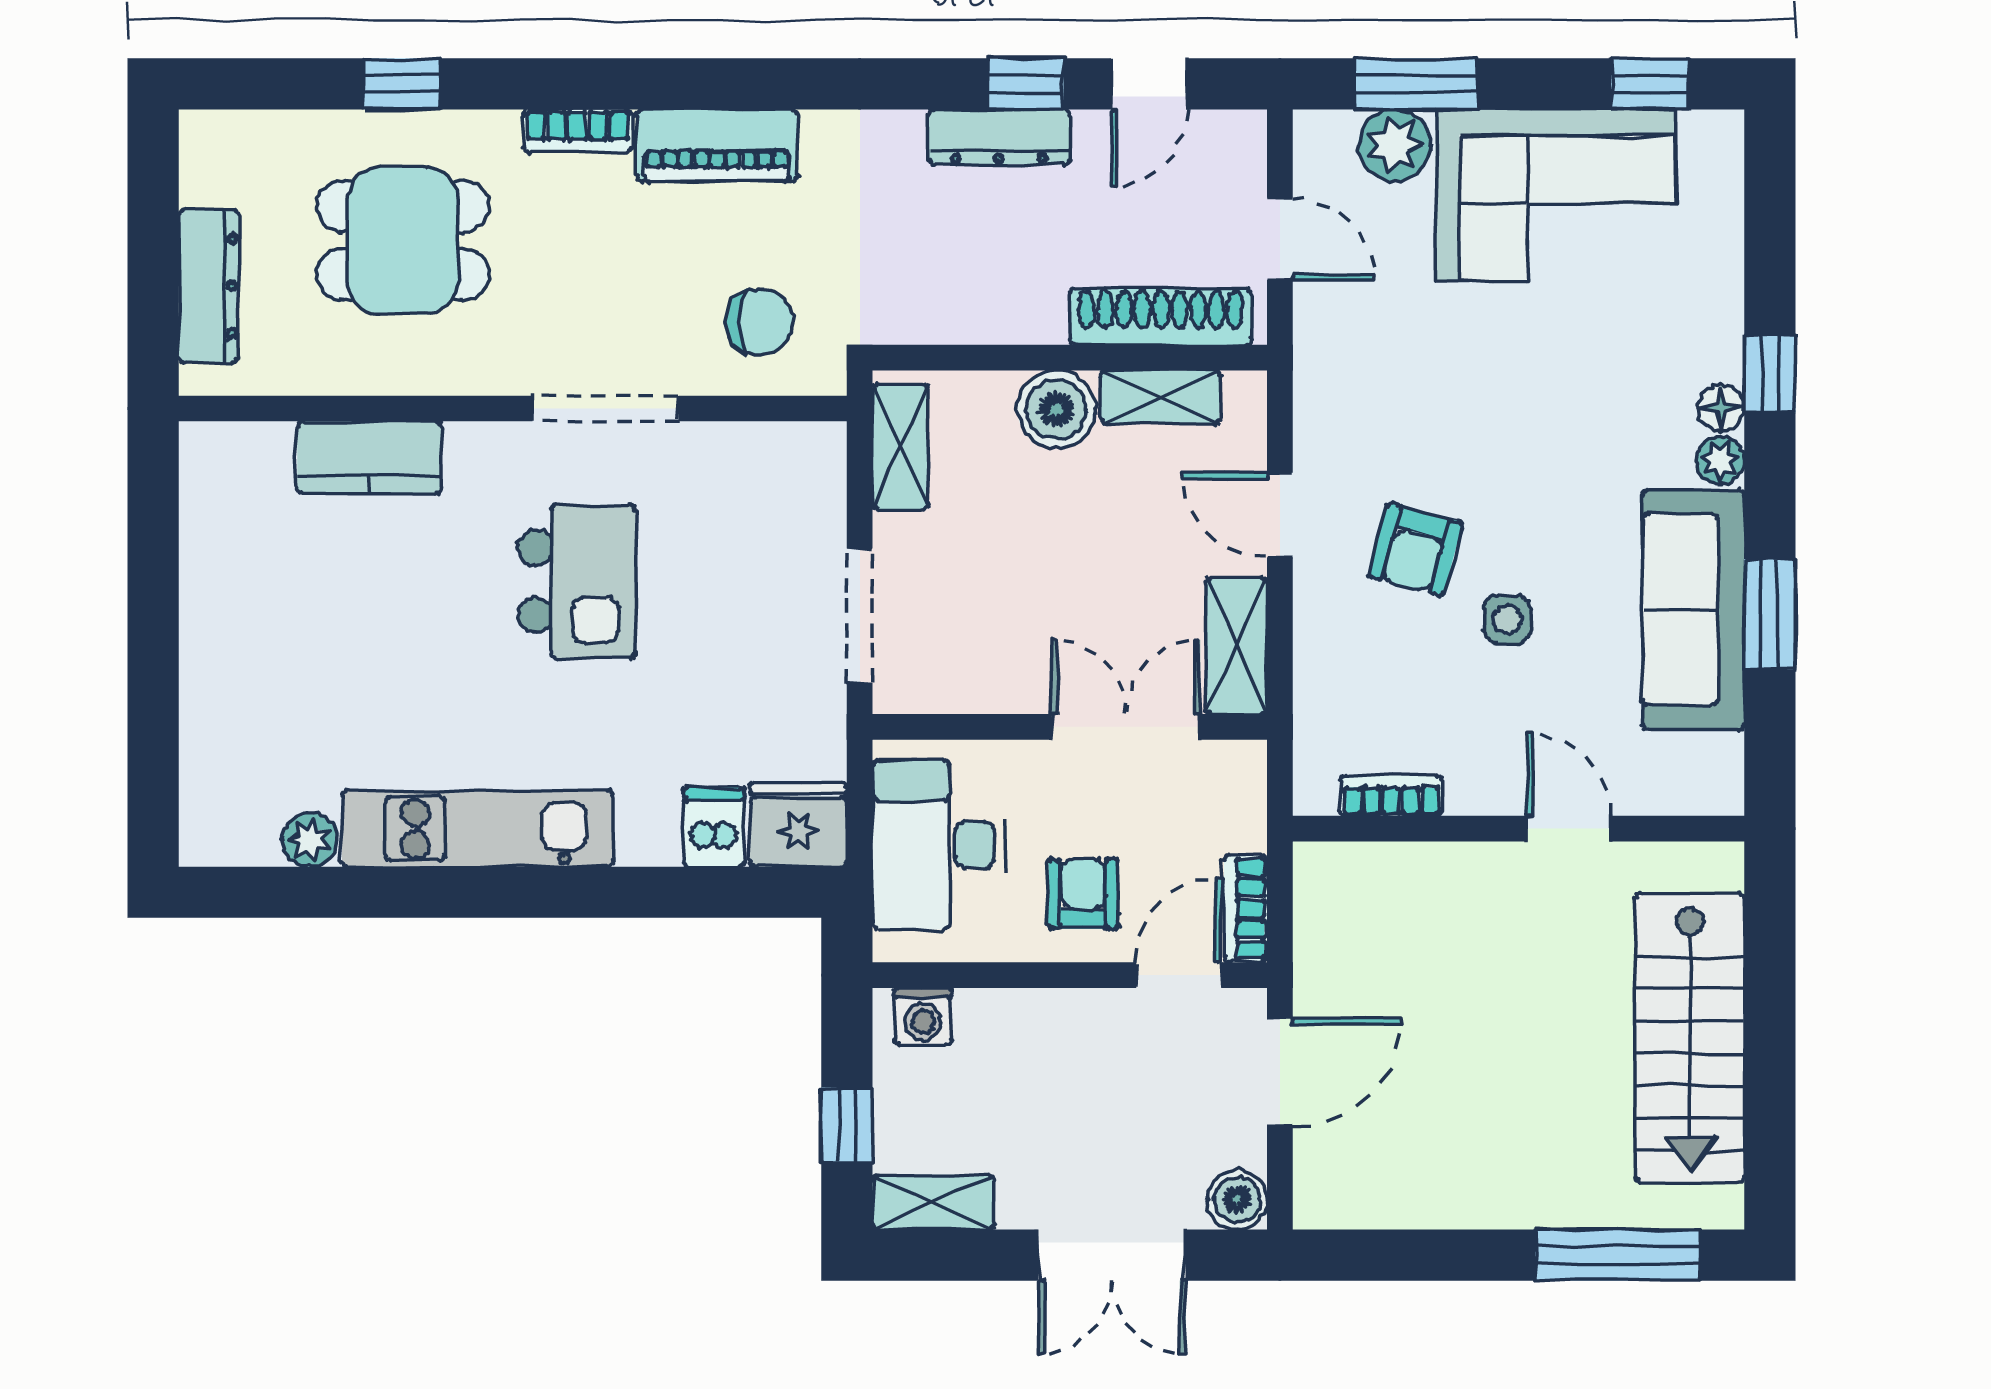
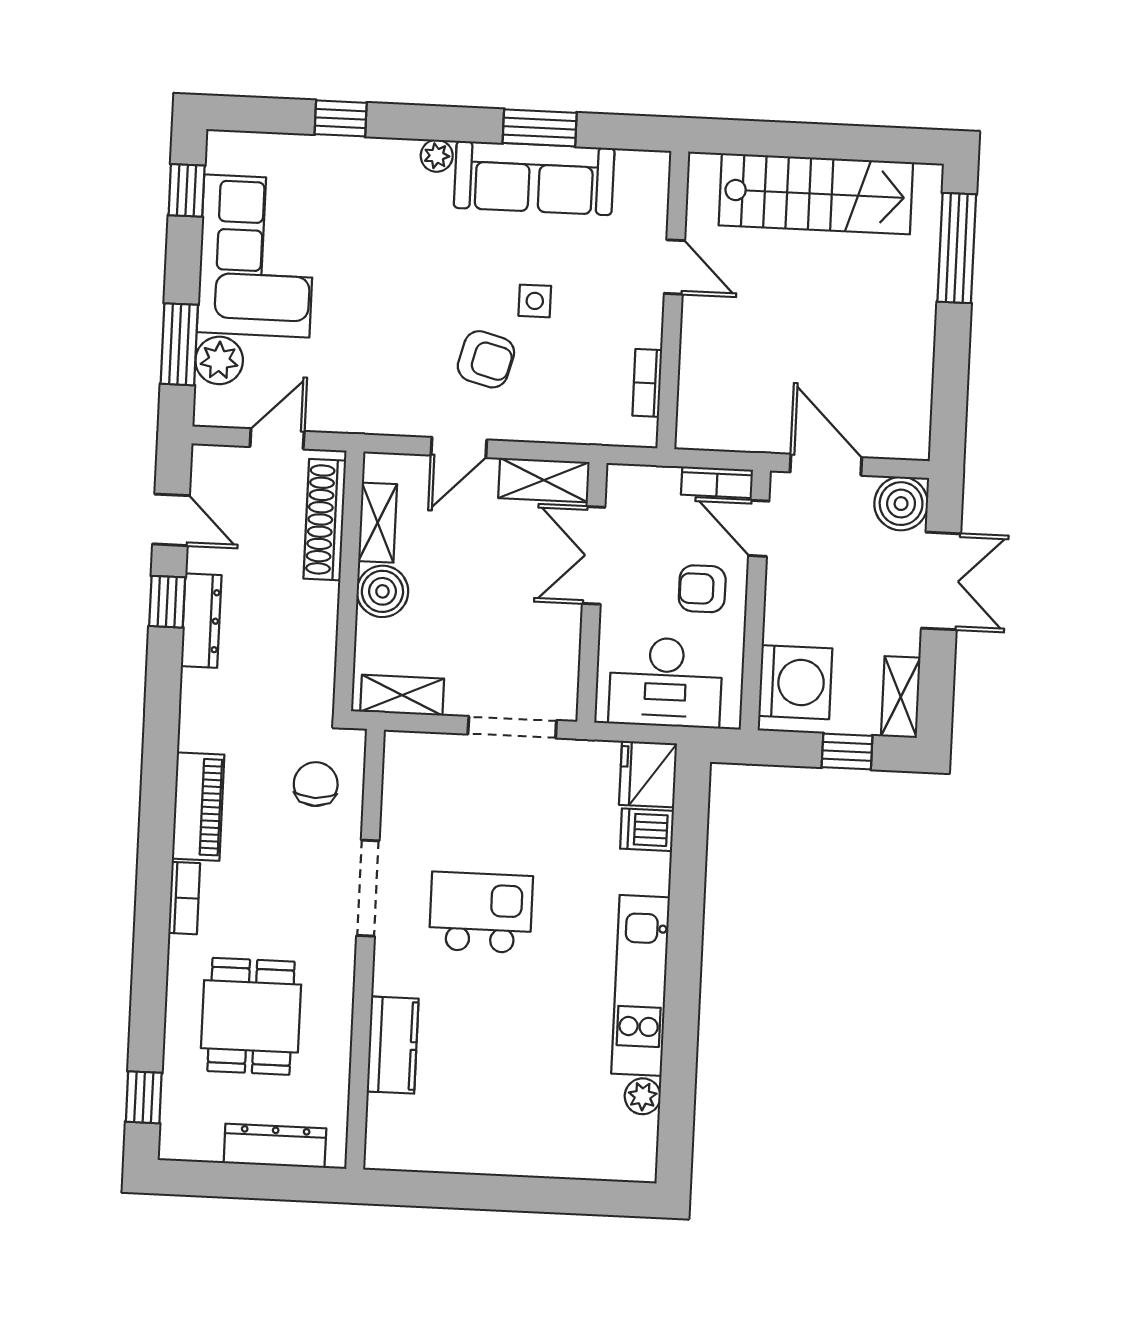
window: (402, 84) -> (144, 1097), moved
window: (1770, 374) -> (341, 118), moved
floor lamp: (1721, 408) -> (402, 153), removed
door: (1569, 829) -> (674, 267), swing flipped
washing machine: (923, 1016) -> (795, 682), width x1.89, depth x1.89
boiler: (1237, 1200) -> (901, 504), width x1.36, depth x1.36

